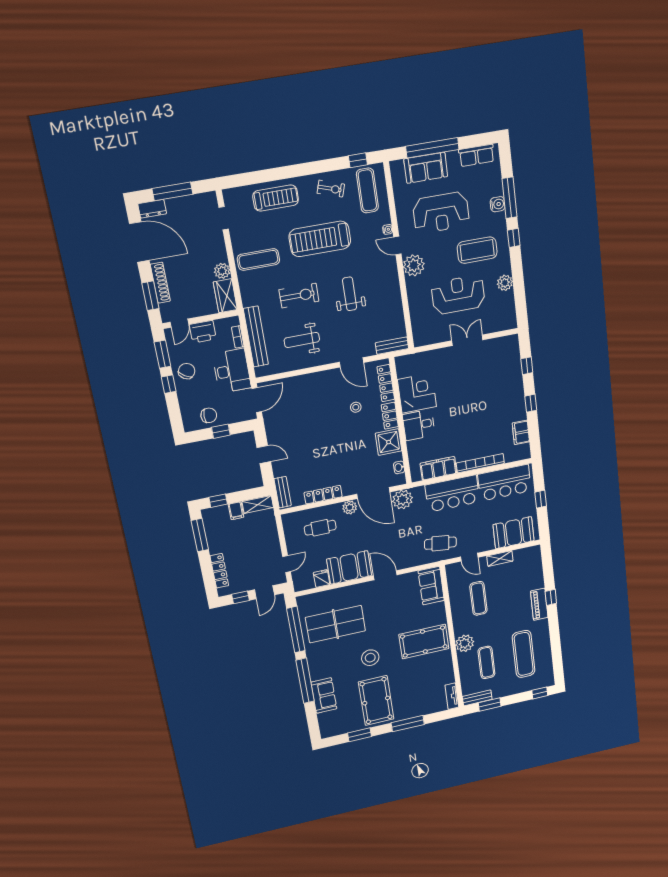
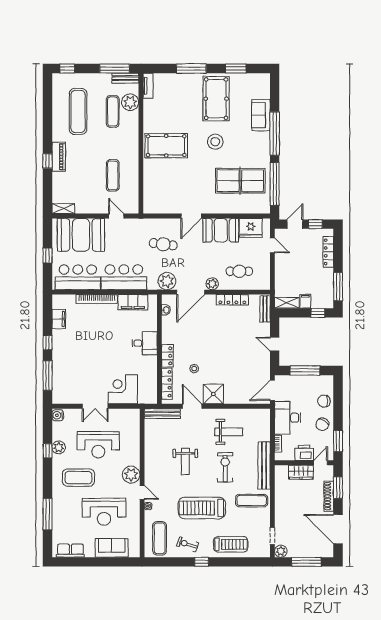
window: (432, 148) -> (105, 562), removed
window: (358, 160) -> (202, 562), moved
treadmill: (276, 198) -> (231, 544), turned 180
water cooler: (498, 204) -> (58, 415), moved
dresser: (152, 209) -> (324, 552), removed
reception desk: (441, 213) -> (104, 512), turned 180
window: (514, 238) -> (48, 451), moved
treadmill: (320, 239) -> (202, 508), turned 180
plant: (222, 271) -> (281, 551), moved
wardrobe: (225, 296) -> (301, 472), moved, turned 90
exercise bike: (299, 296) -> (225, 467), turned 90
bench: (256, 337) -> (264, 465), moved
bench: (392, 346) -> (162, 414), width x1.36
window: (527, 366) -> (48, 375), width x2.17
window: (169, 384) -> (338, 417), removed
corner desk: (417, 393) -> (123, 389), moved, turned 90
chair: (209, 415) -> (324, 401), moved
window: (221, 431) -> (305, 371), width x2.17
shower: (389, 442) -> (213, 394), moved
door: (373, 493) -> (191, 292), swing flipped
booth: (514, 533) -> (81, 235), width x1.36, depth x1.42
cafe table: (440, 543) -> (163, 244), moved
shelving: (500, 558) -> (63, 209), moved
door: (287, 564) -> (272, 245), swing flipped
door: (385, 575) -> (191, 216), hinge flipped
fridge: (322, 579) -> (251, 228), width x1.88, depth x1.34
sofa: (431, 586) -> (153, 197), removed
plant: (465, 643) -> (130, 102), moved
window: (490, 705) -> (115, 68), width x1.44

